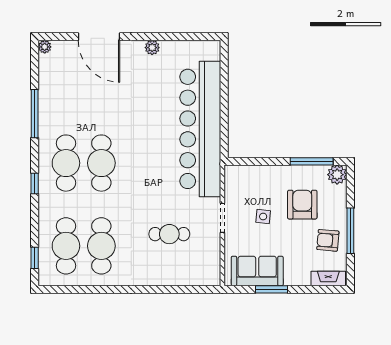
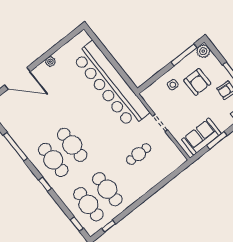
armchair: (302, 205) -> (197, 82), turned 180
side table: (263, 216) -> (173, 85), moved
window: (69, 289) -> (109, 226), added

